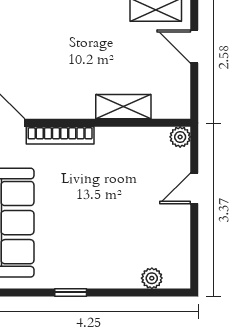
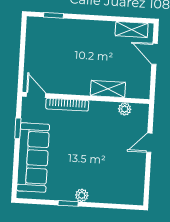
plant: (180, 137) -> (125, 109), moved
plant: (152, 278) -> (82, 195), moved

